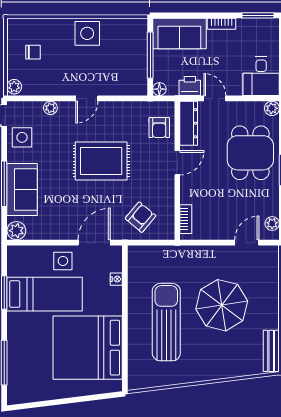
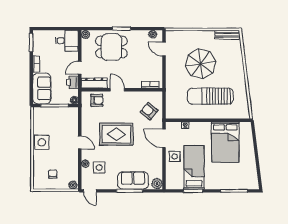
side table: (22, 137) -> (99, 168), moved
rug: (101, 161) -> (116, 134), turned 90
bed: (88, 348) -> (225, 142), width x0.73

